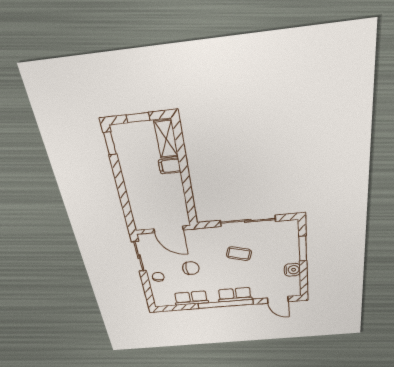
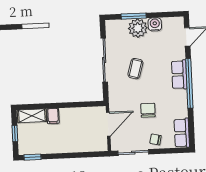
plant: (288, 254) -> (138, 28), added
row of seats: (191, 298) -> (182, 133), moved

